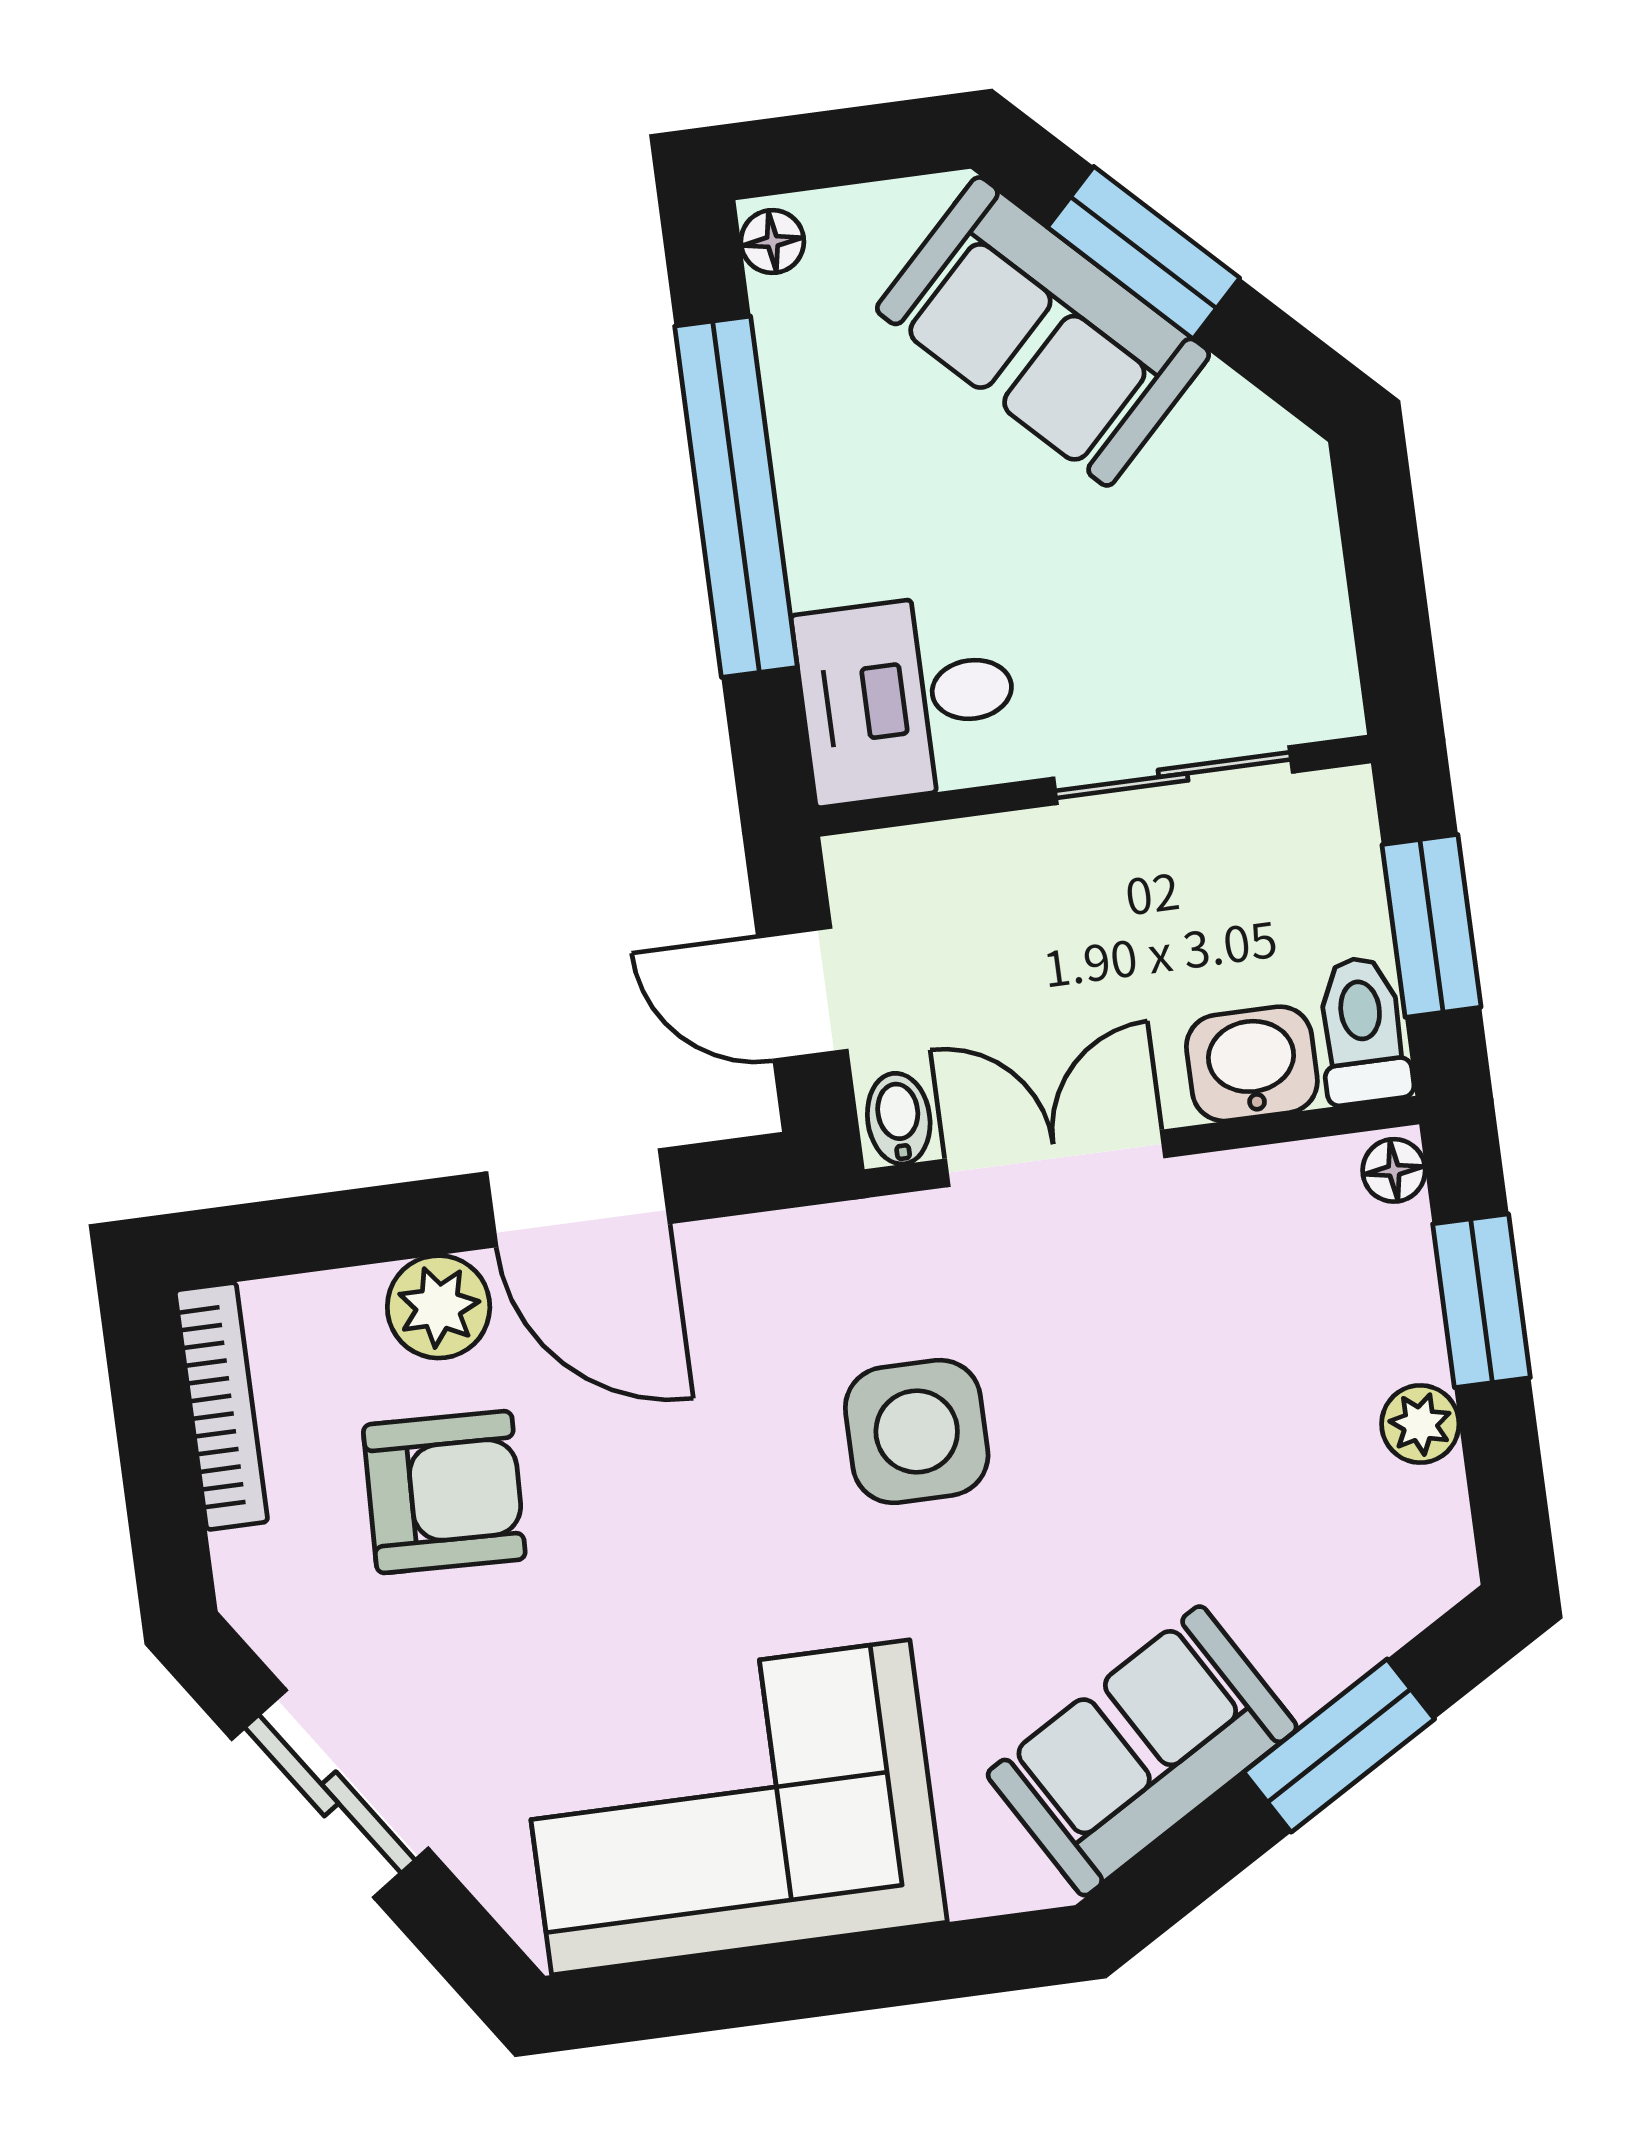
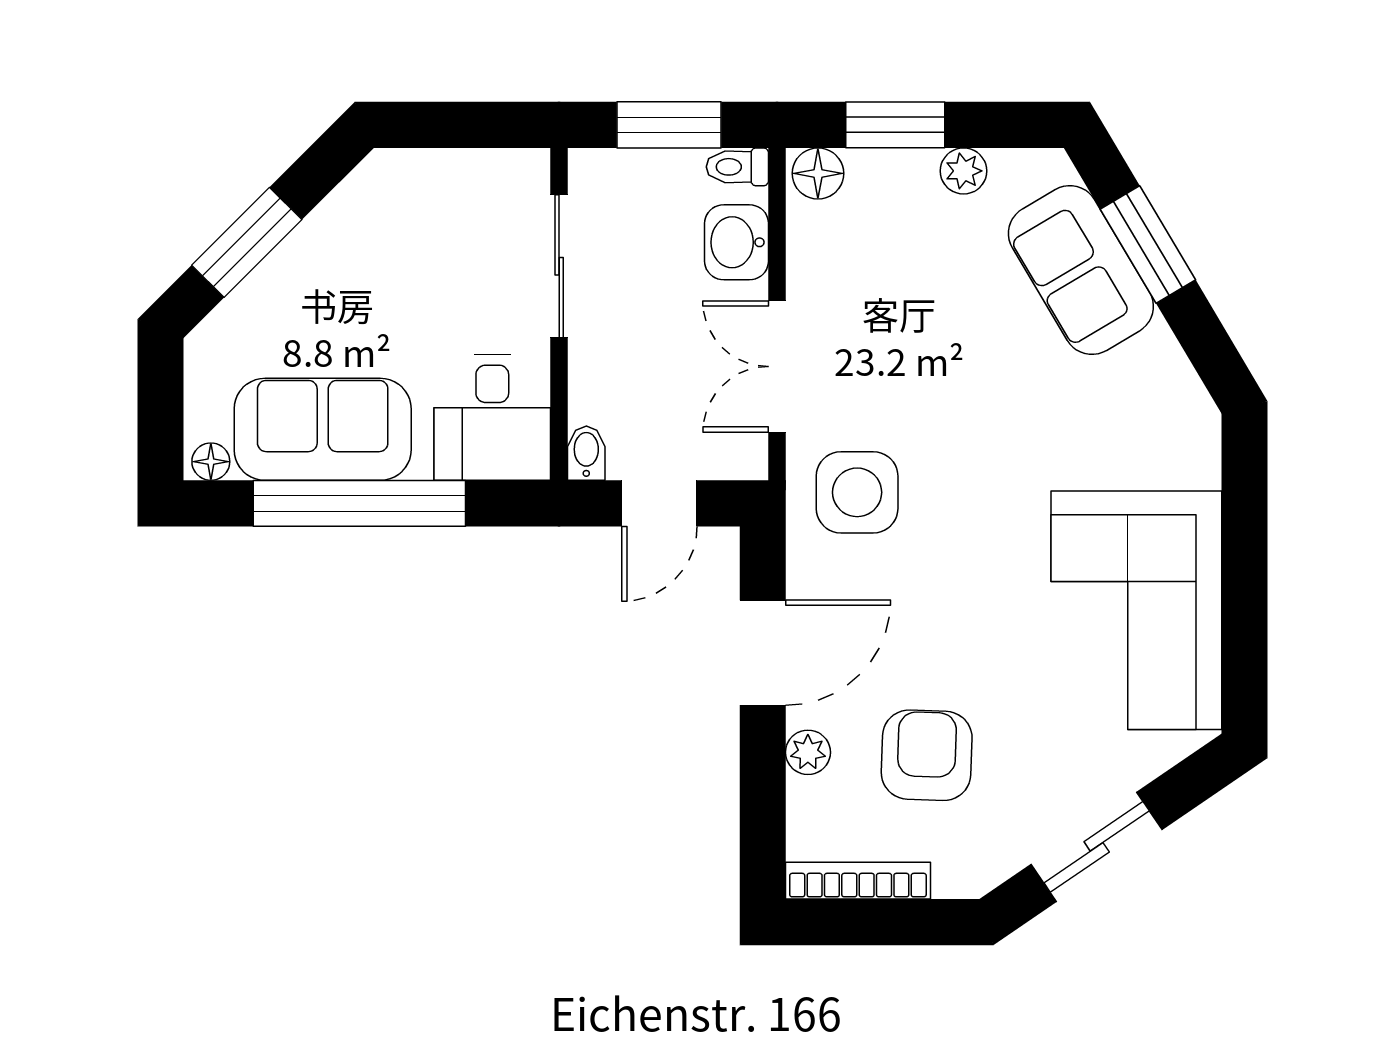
sofa: (1043, 331) -> (323, 429), moved, turned -135
toilet: (1363, 1030) -> (737, 167), width x0.73, depth x0.72
bidet: (899, 1119) -> (586, 453), moved, turned 90
floor lamp: (1394, 1170) -> (818, 173), width x1.37, depth x1.37
plant: (439, 1307) -> (808, 752), width x0.73, depth x0.73
side table: (917, 1431) -> (857, 492), moved
sofa: (1142, 1751) -> (1081, 270), moved

